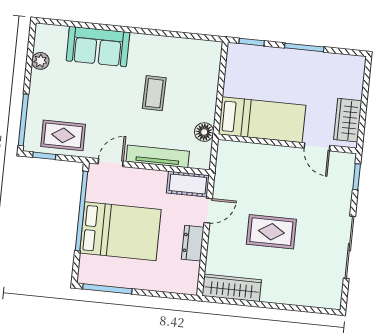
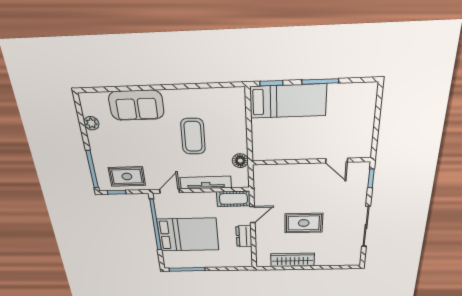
coffee table: (154, 93) -> (193, 136), width x1.36, depth x1.30
bed: (262, 120) -> (288, 101), moved
wardrobe: (348, 120) -> (362, 137), removed
wardrobe: (232, 288) -> (293, 260), moved

